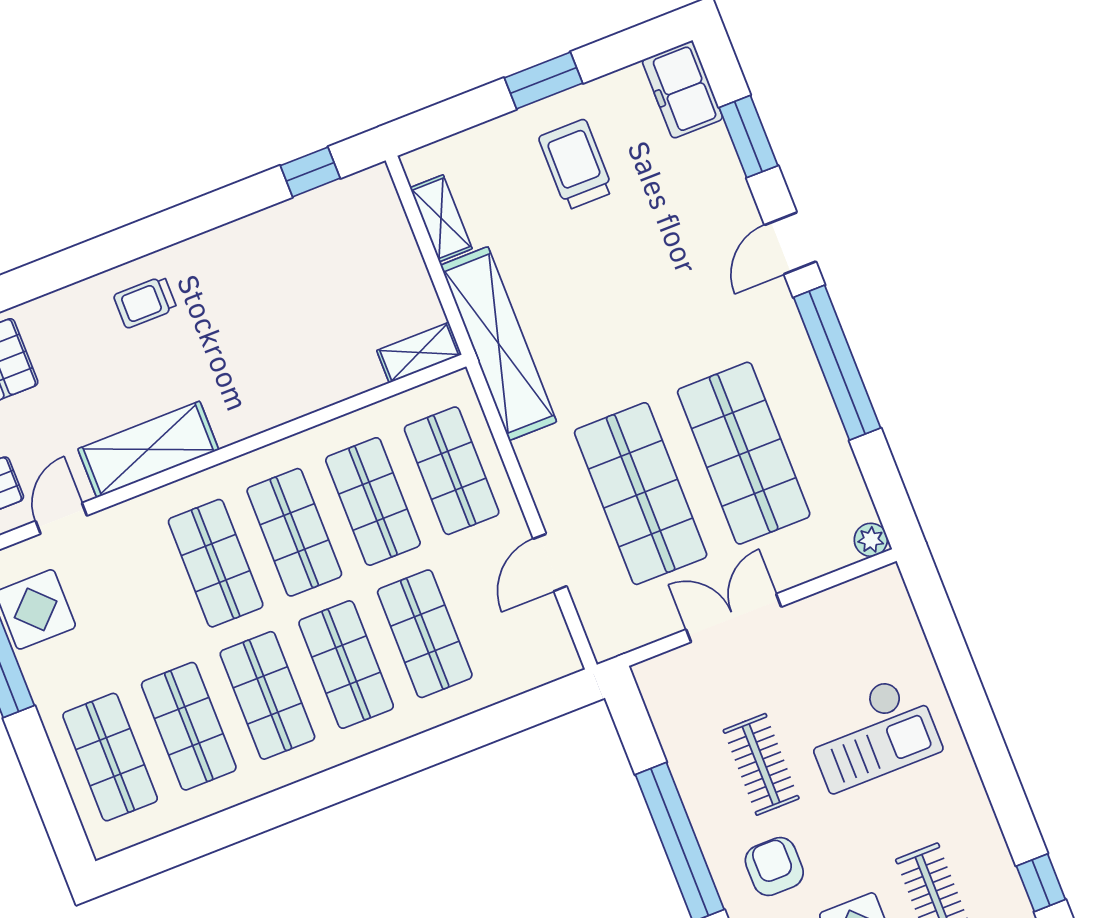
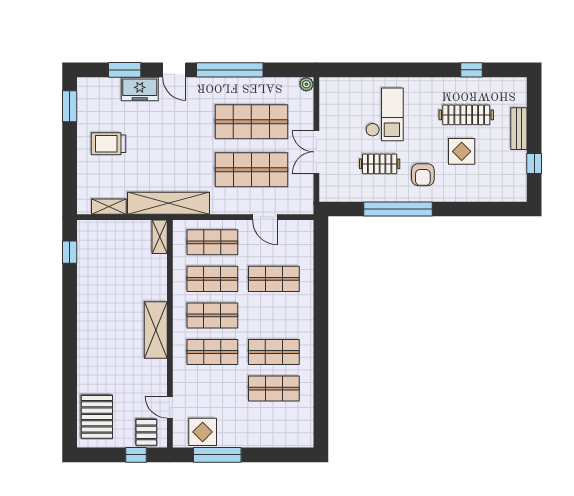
window: (543, 80) -> (70, 106), moved
freezer: (682, 90) -> (140, 89), moved
trolley: (145, 302) -> (96, 339), removed
shelving: (148, 449) -> (156, 330), moved
shop shelf: (346, 665) -> (274, 315), removed
shop shelf: (110, 757) -> (274, 425), removed
armchair: (774, 867) -> (423, 175), turned -90

